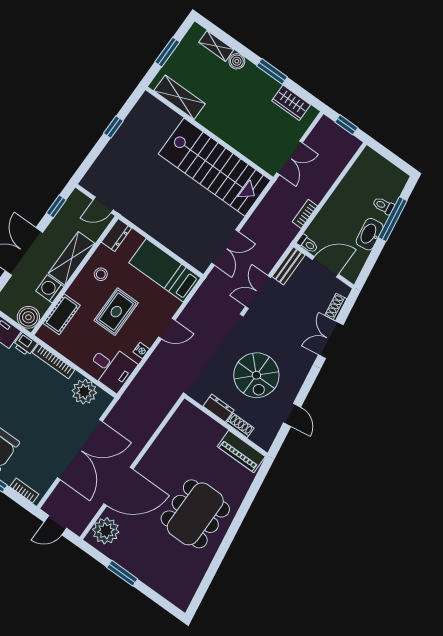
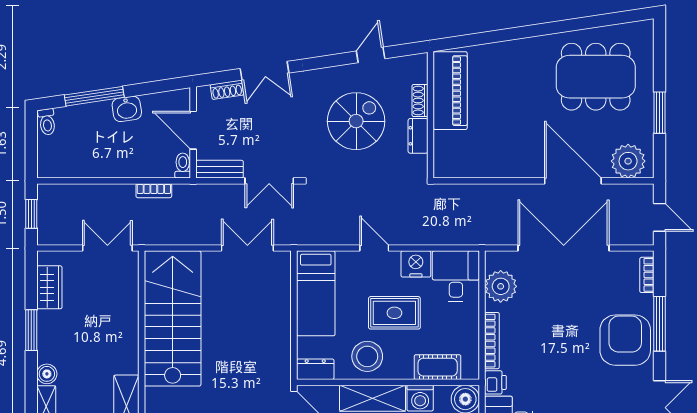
toilet: (383, 206) -> (47, 122), moved
washbasin: (370, 234) -> (127, 109), width x0.72
stool: (101, 274) -> (367, 356), width x1.89, depth x1.89
nightstand: (141, 350) -> (416, 264), width x1.89, depth x1.79
piano: (241, 452) -> (450, 91), width x1.37, depth x1.33
dining table: (195, 514) -> (596, 77), moved

